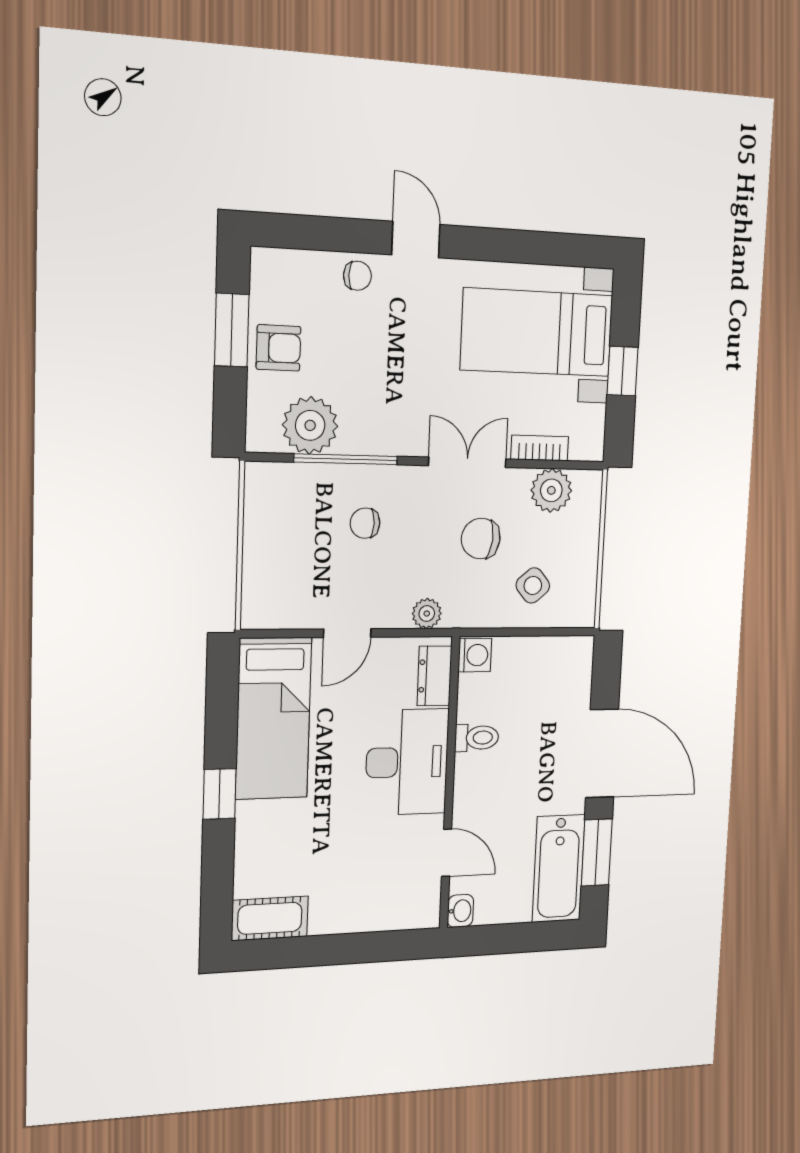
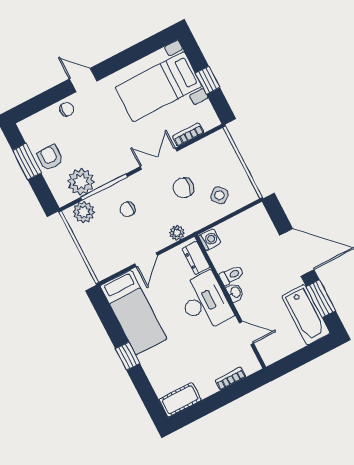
armchair: (279, 348) -> (50, 158), turned -90
plant: (551, 490) -> (84, 212), moved
washbasin: (460, 911) -> (235, 292), moved
bookcase: (377, 921) -> (230, 379), added

